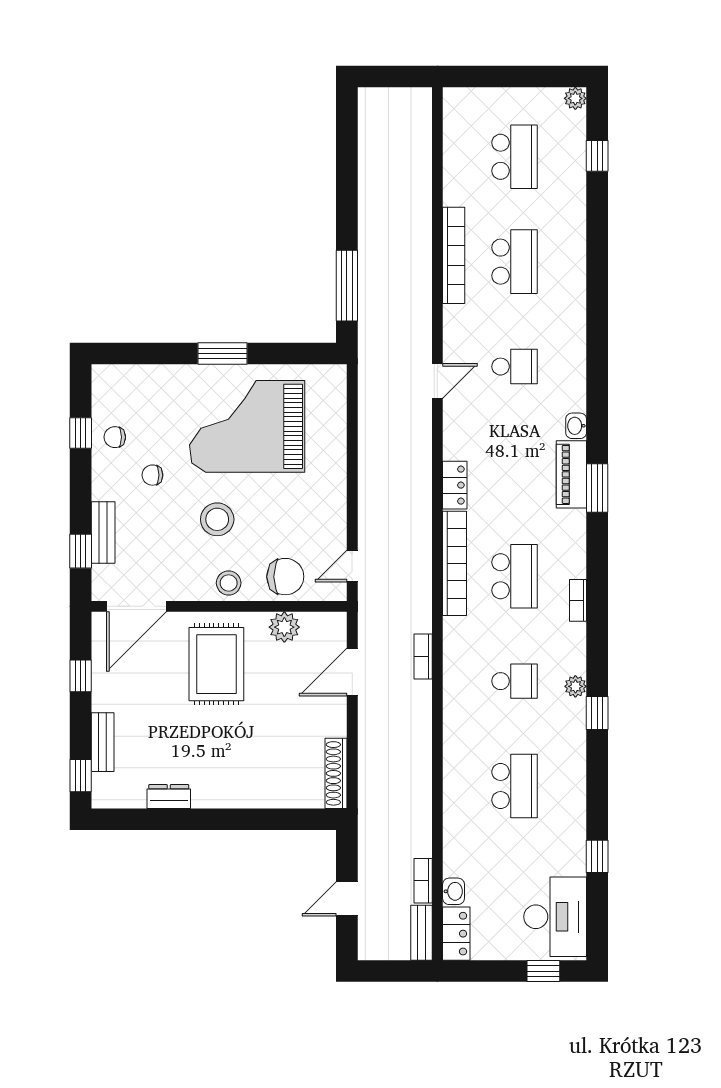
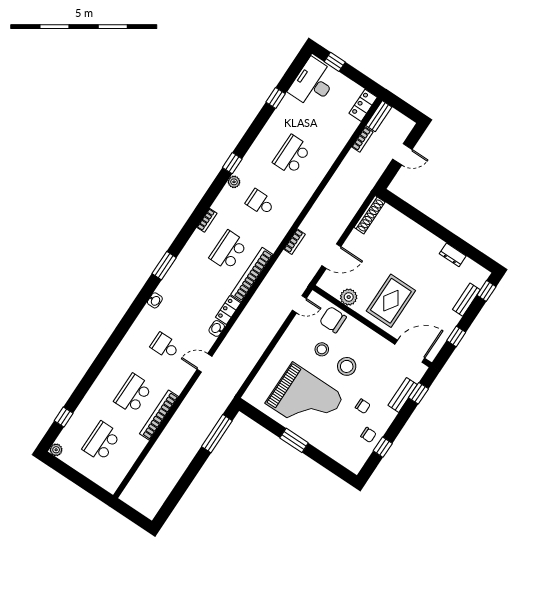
piano: (571, 474) -> (172, 280), removed
stool: (229, 583) -> (322, 349), moved
washbasin: (454, 891) -> (217, 328), moved

